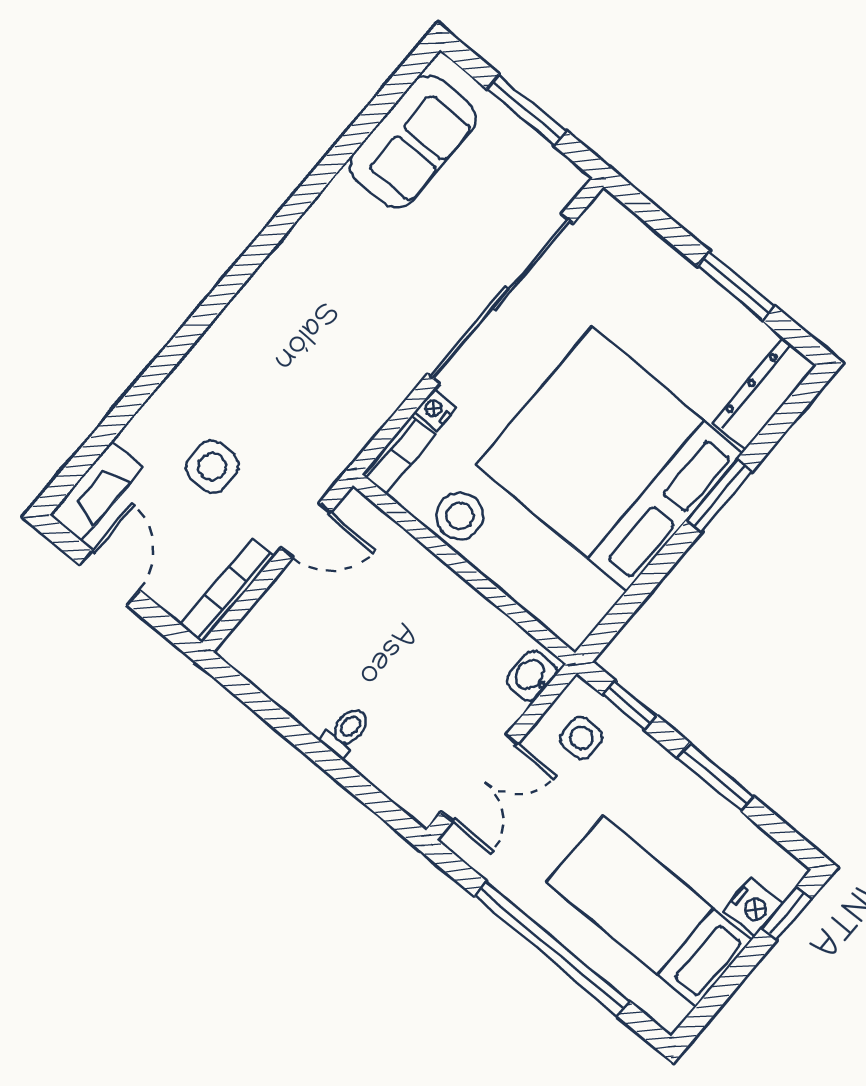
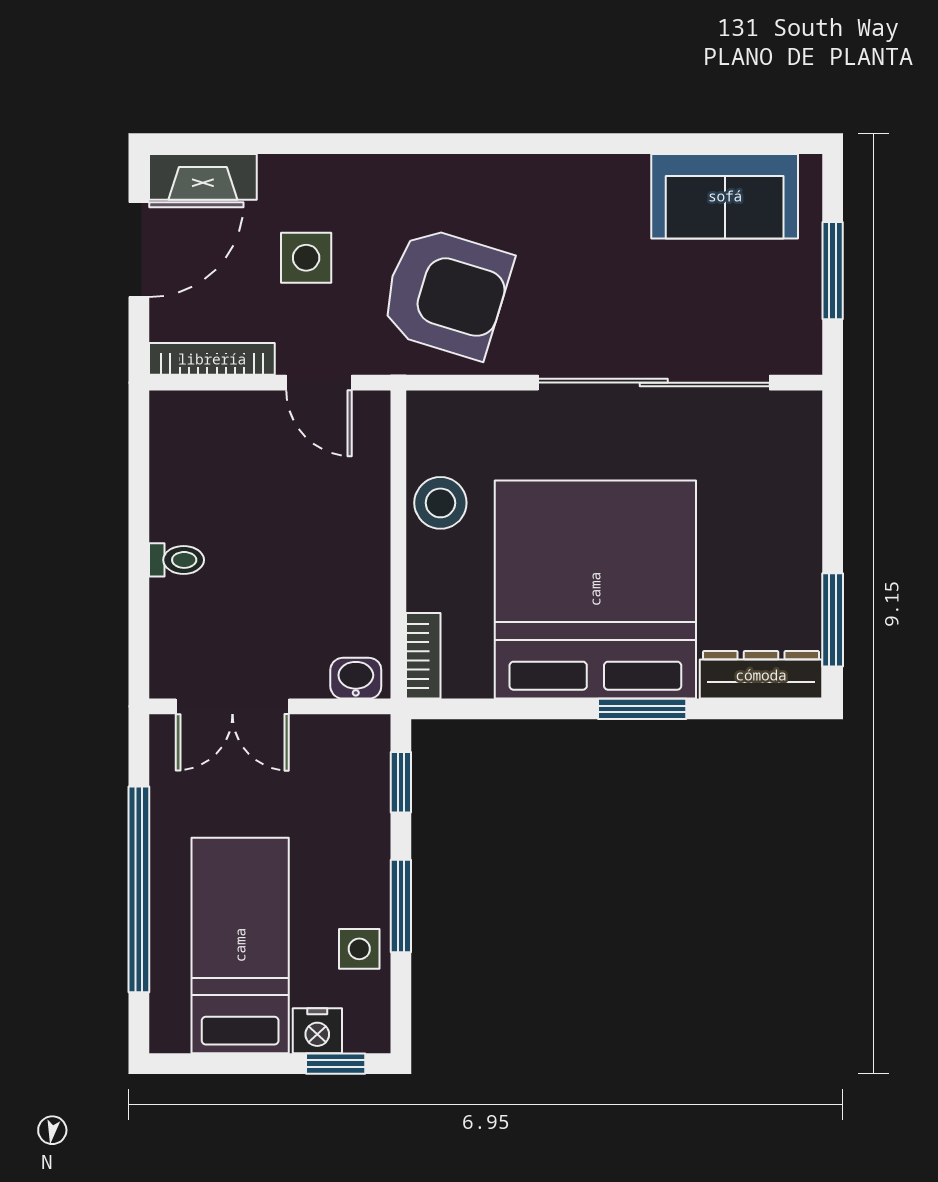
window: (736, 286) -> (833, 620), moved
armchair: (317, 390) -> (446, 292), added
nightstand: (435, 410) -> (513, 407), removed
bookcase: (399, 455) -> (423, 656), moved, turned -90
door: (110, 577) -> (139, 250), width x1.38
side table: (581, 738) -> (359, 949), moved

